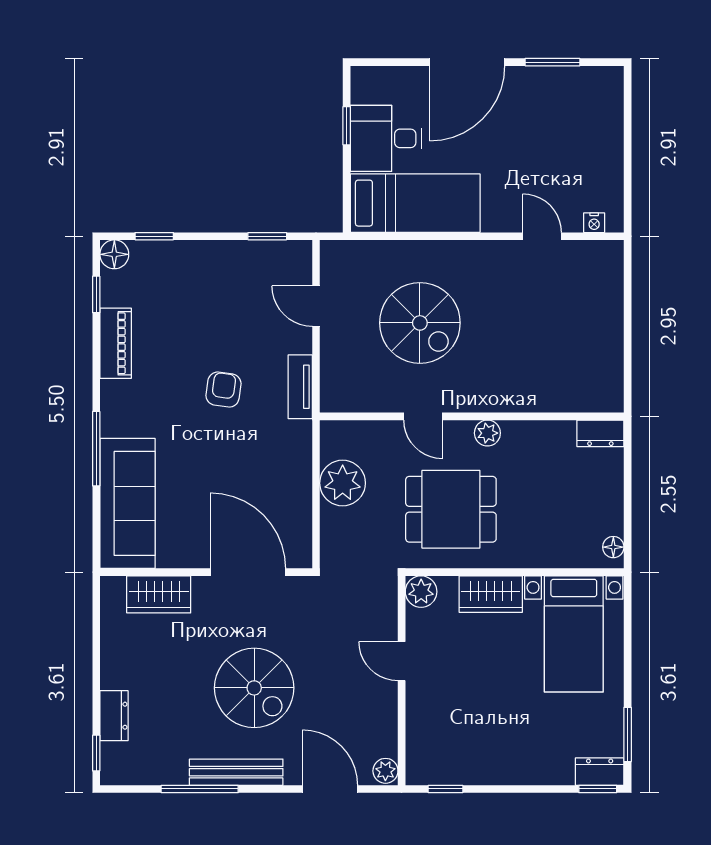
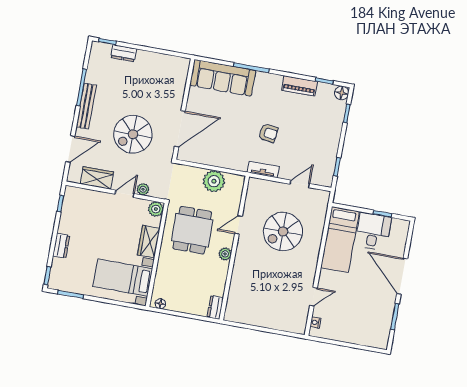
wardrobe: (159, 594) -> (97, 178), moved, turned 90
spiral stairs: (254, 688) -> (133, 134), moved
plant: (385, 771) -> (143, 189), moved
dresser: (600, 772) -> (61, 246), moved

